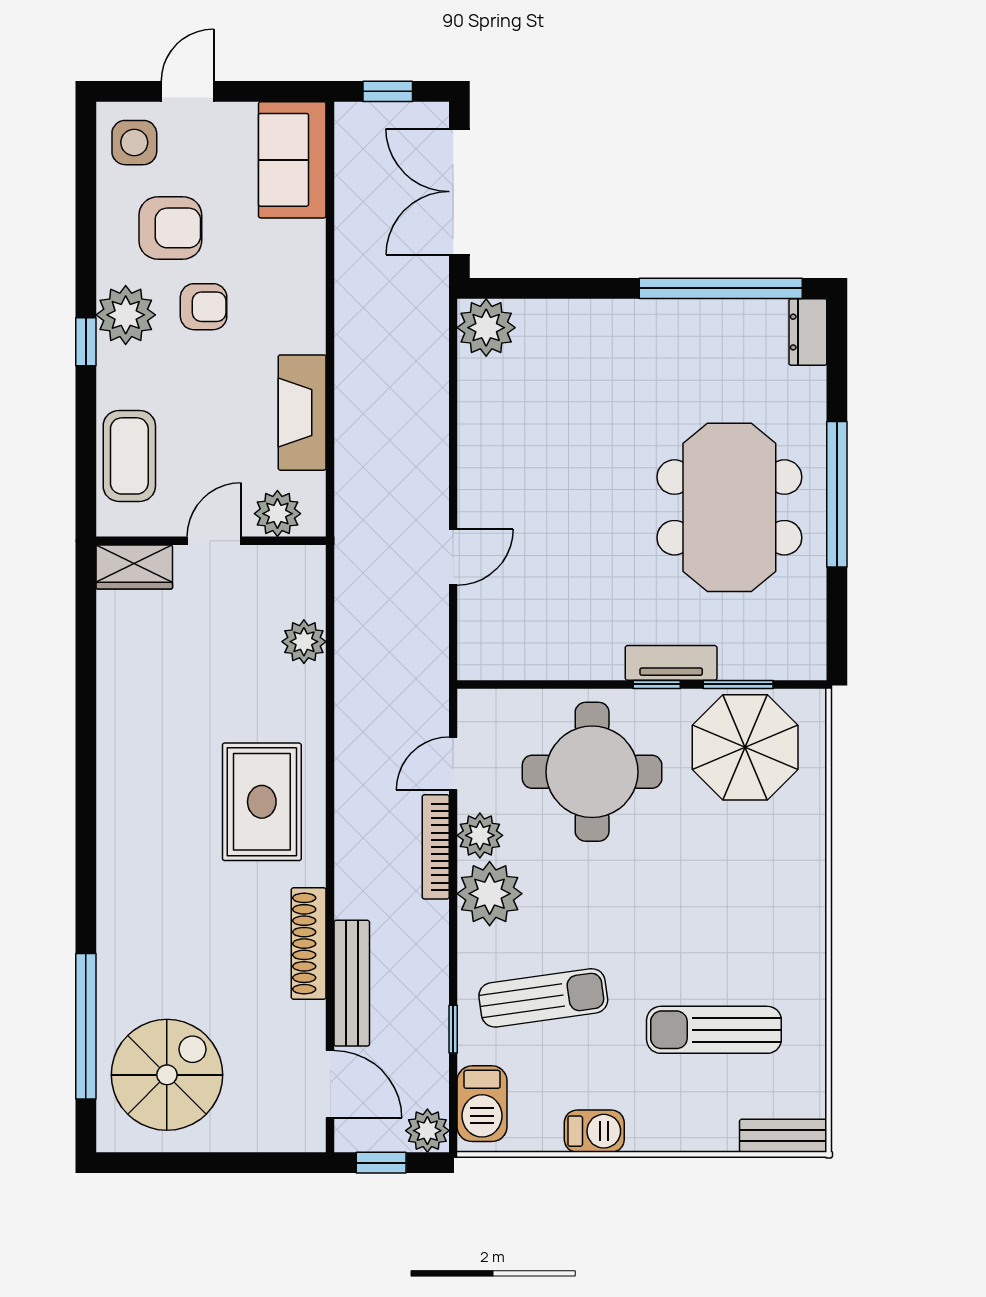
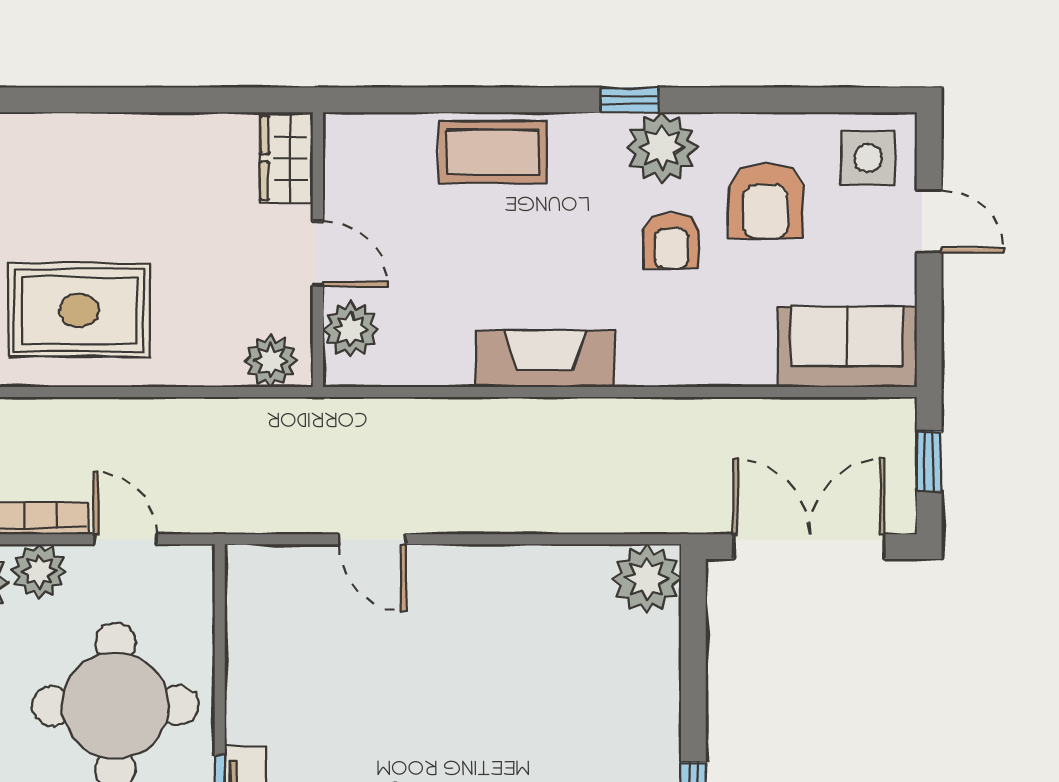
plant: (277, 514) -> (351, 329), moved
wall: (211, 541) -> (318, 250), moved
door: (214, 541) -> (318, 254), moved
wardrobe: (134, 567) -> (286, 158), moved

